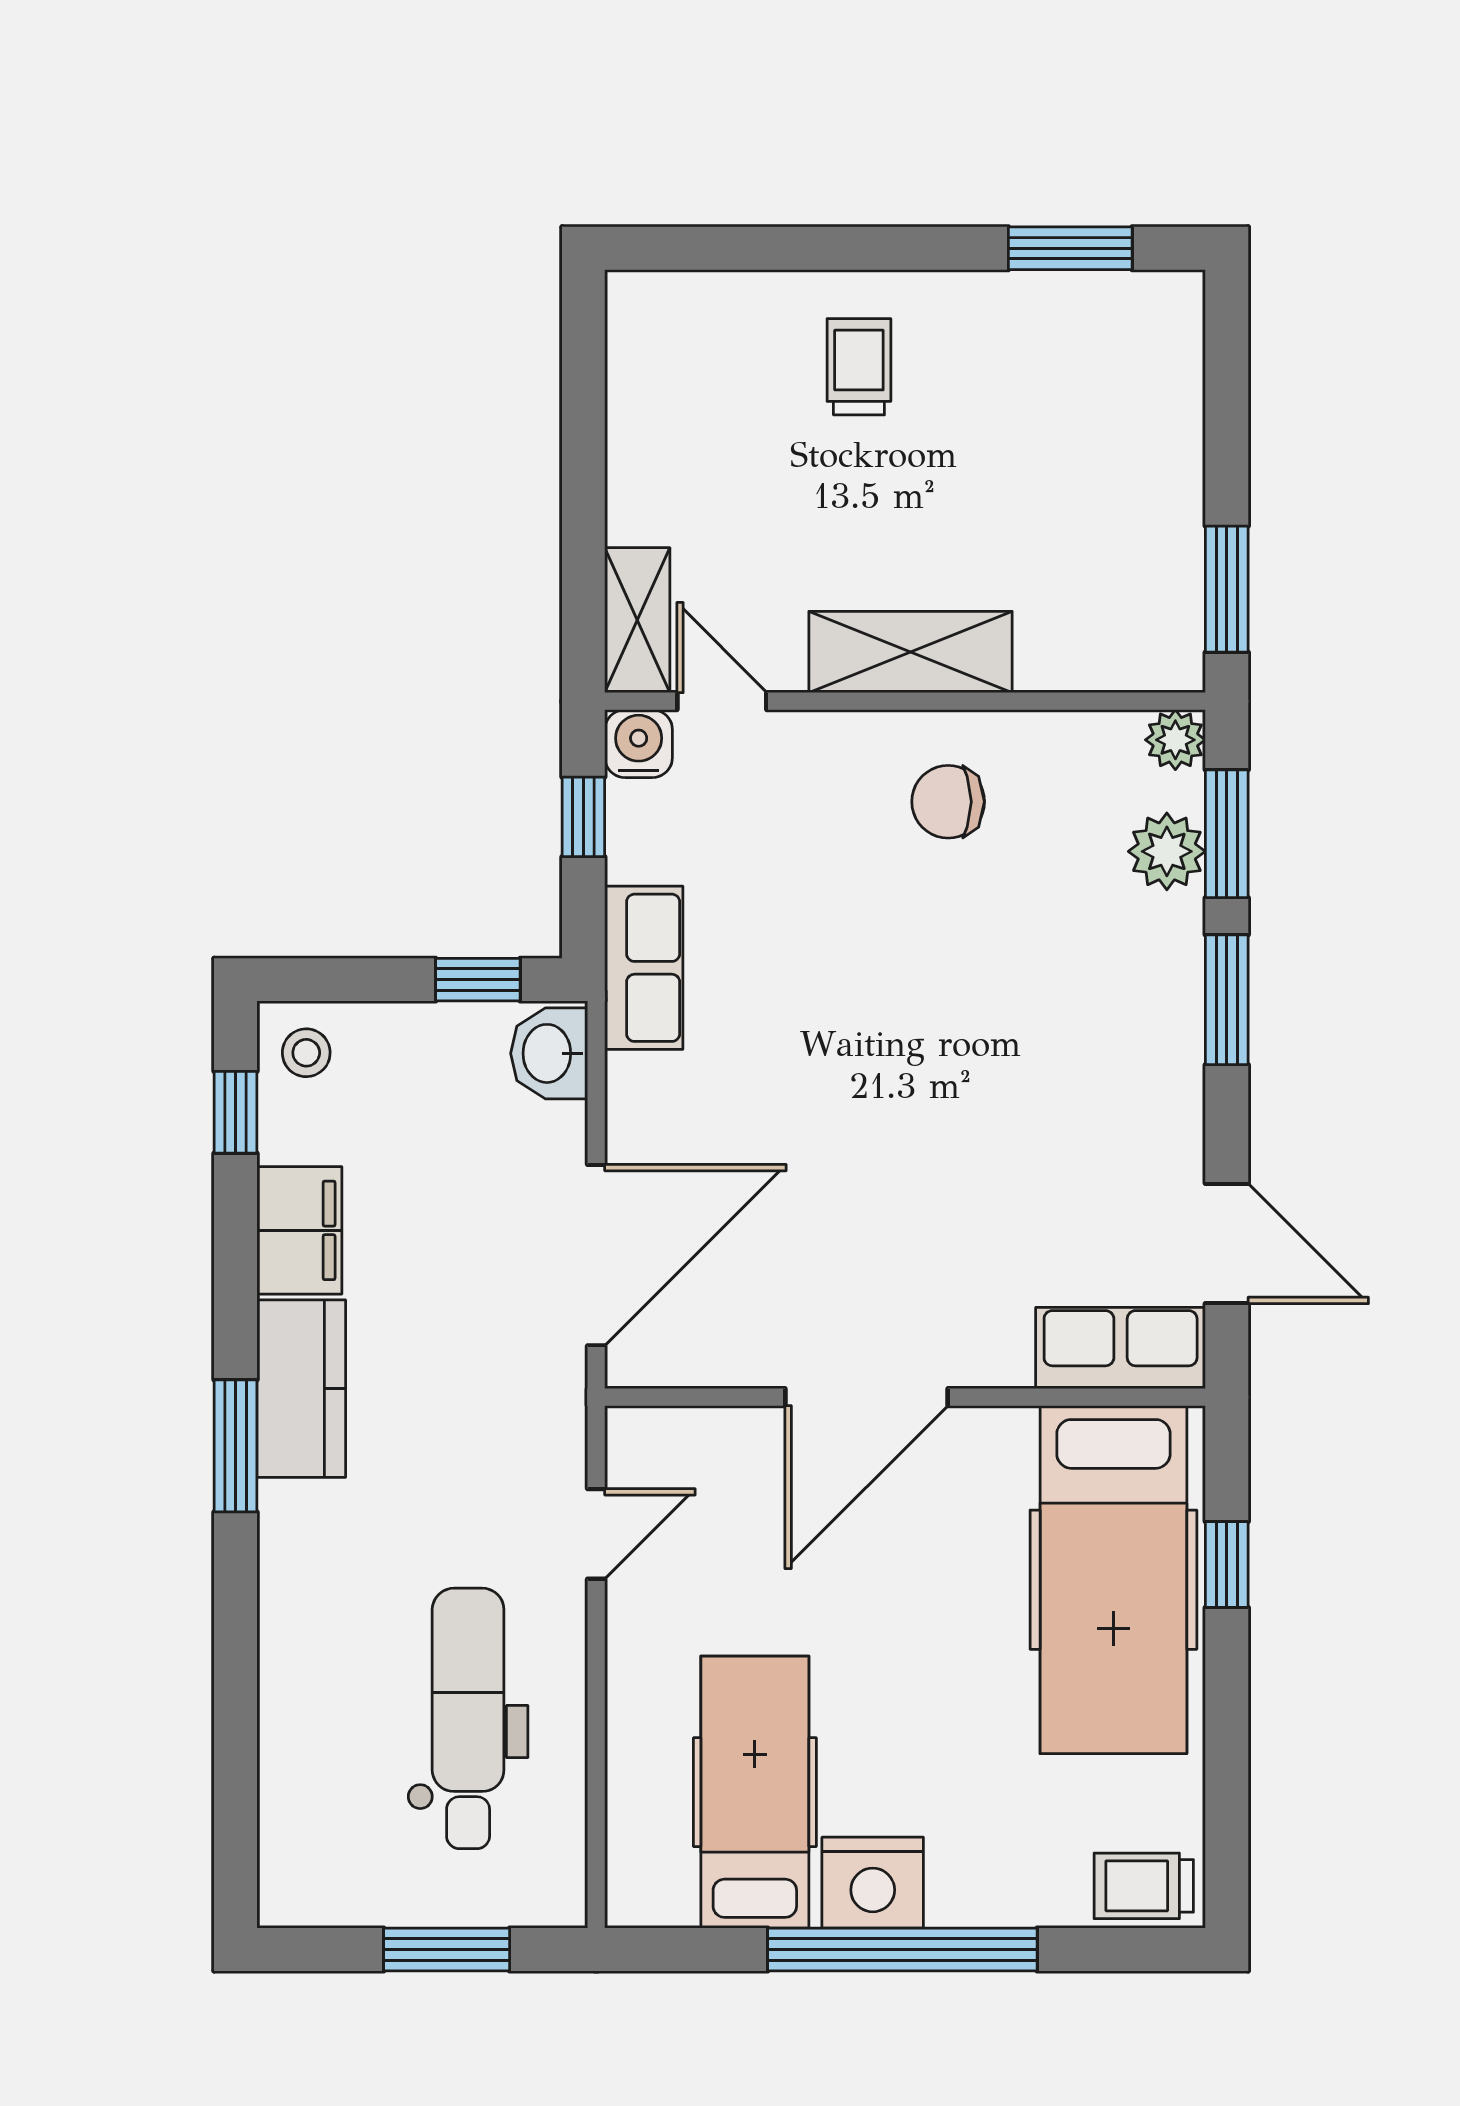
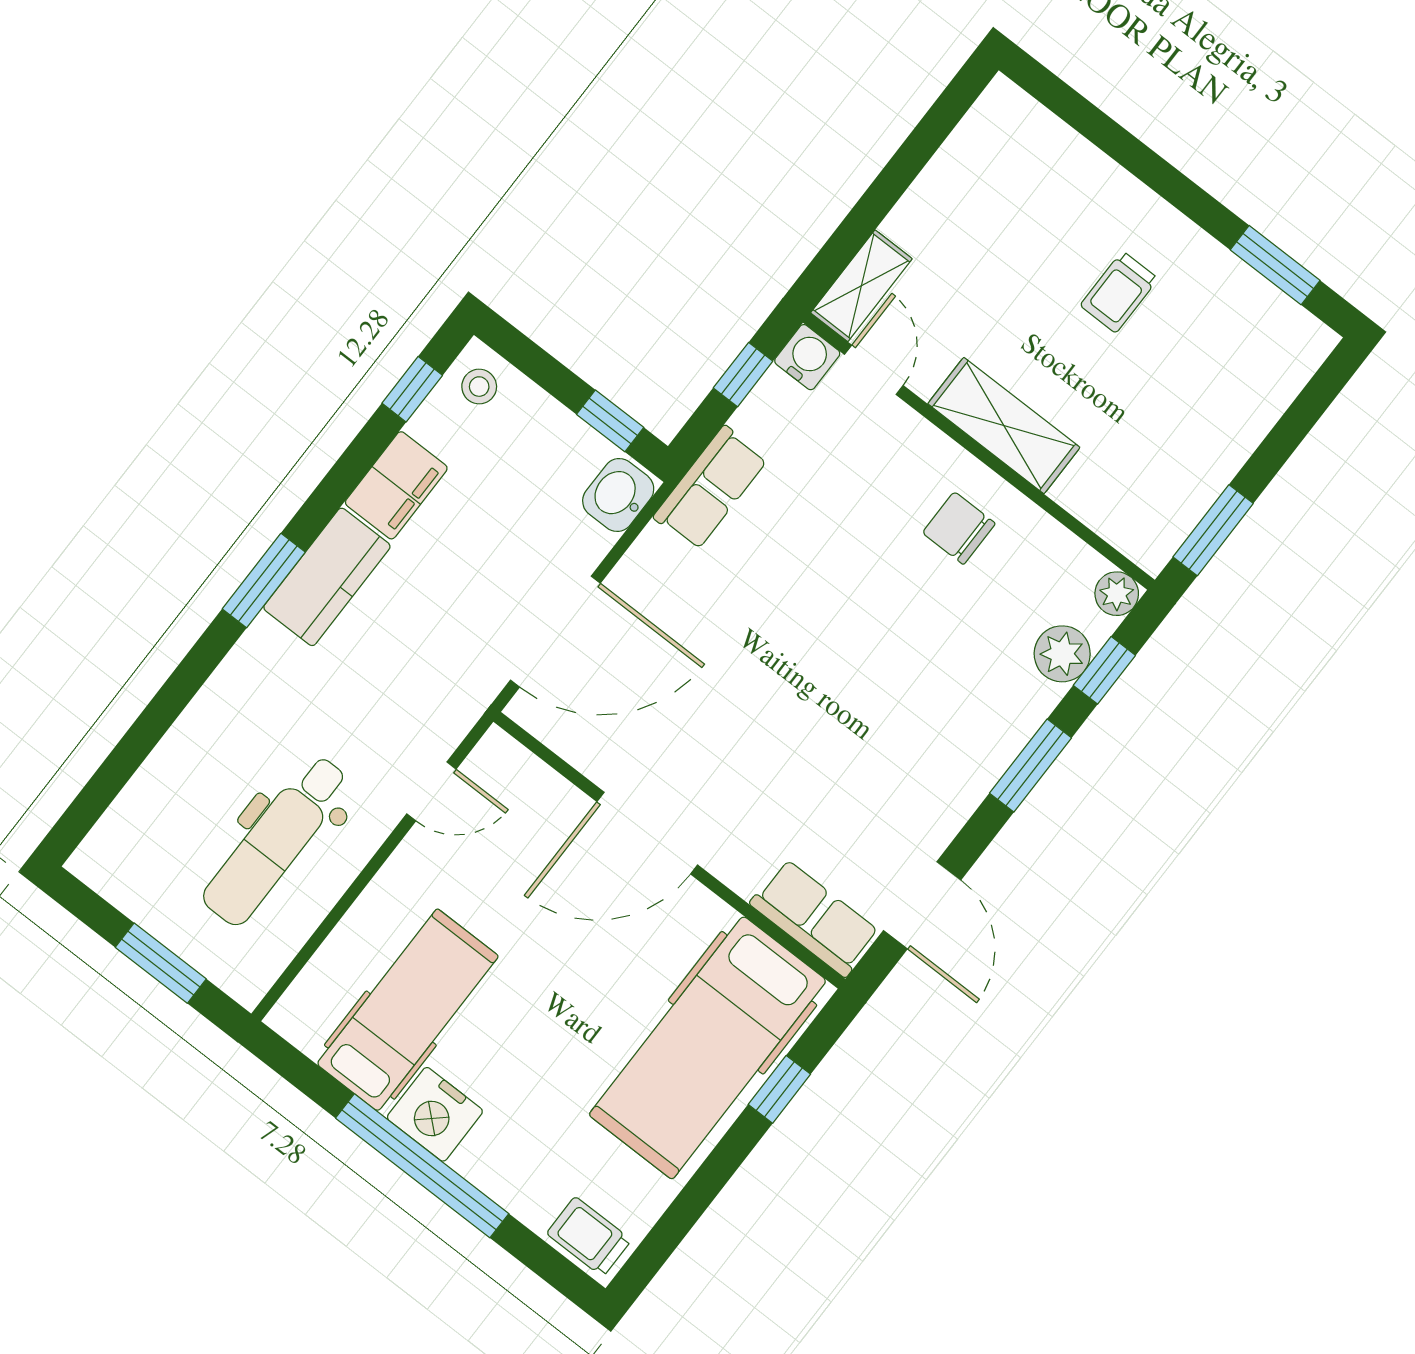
trolley: (859, 367) -> (1119, 292), moved, turned 180
window: (1227, 834) -> (1104, 670), width x0.67
dental chair: (468, 1718) -> (276, 840), turned 180

